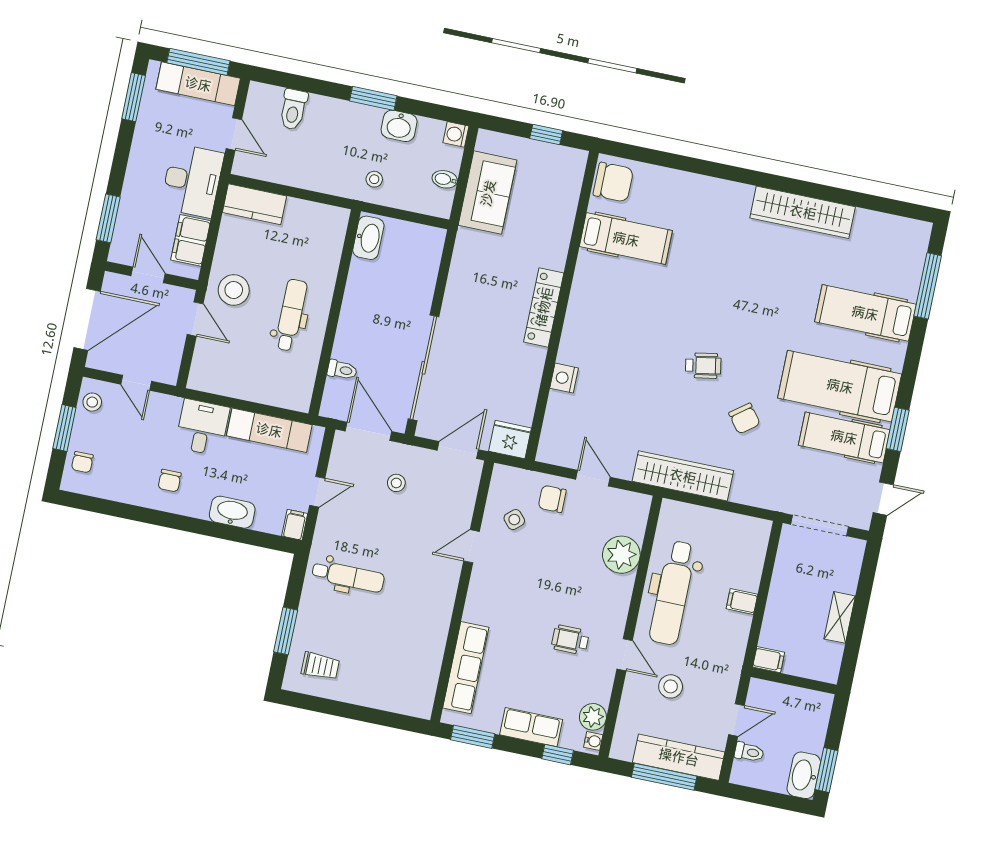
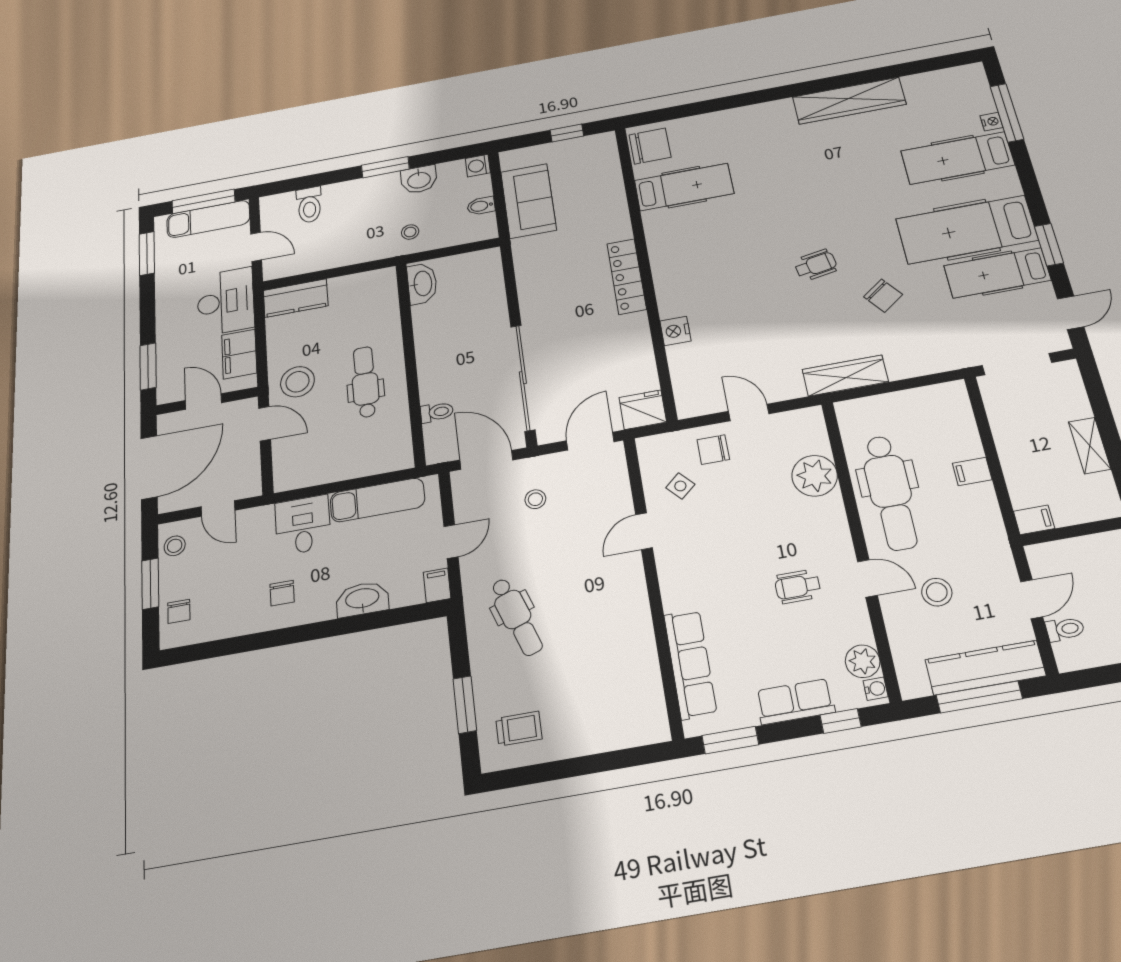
nightstand: (911, 289) -> (991, 122), added
wardrobe: (683, 476) -> (845, 376), width x0.71, depth x0.85
dental chair: (348, 576) -> (516, 617), turned 71

